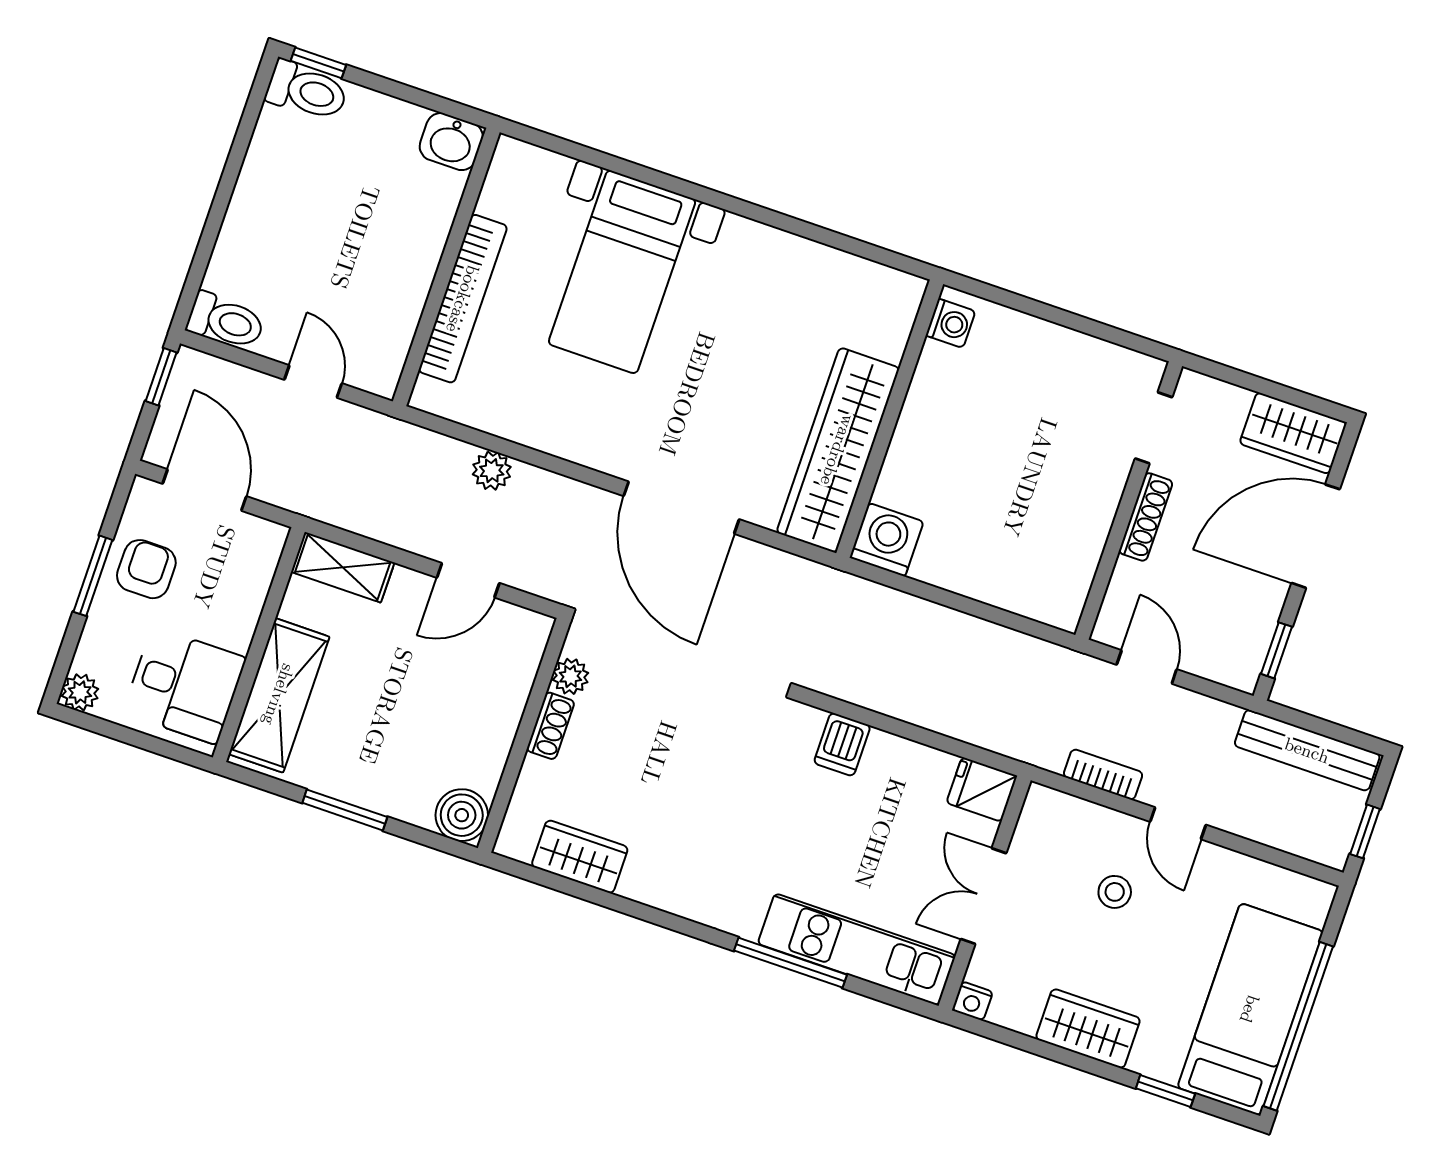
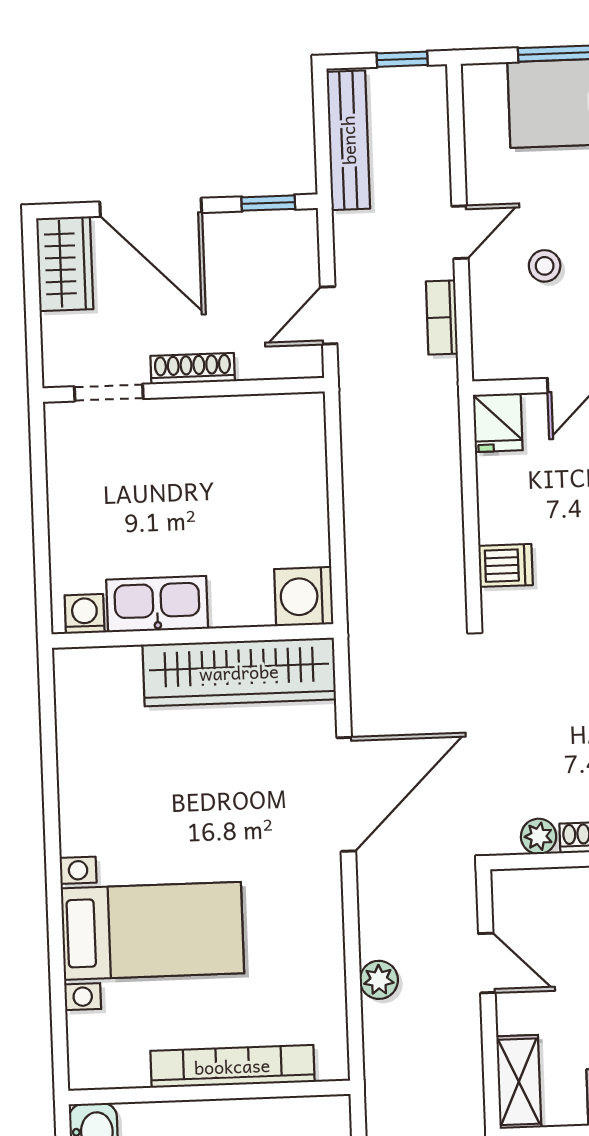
kitchen sink: (933, 396) -> (157, 604), added

